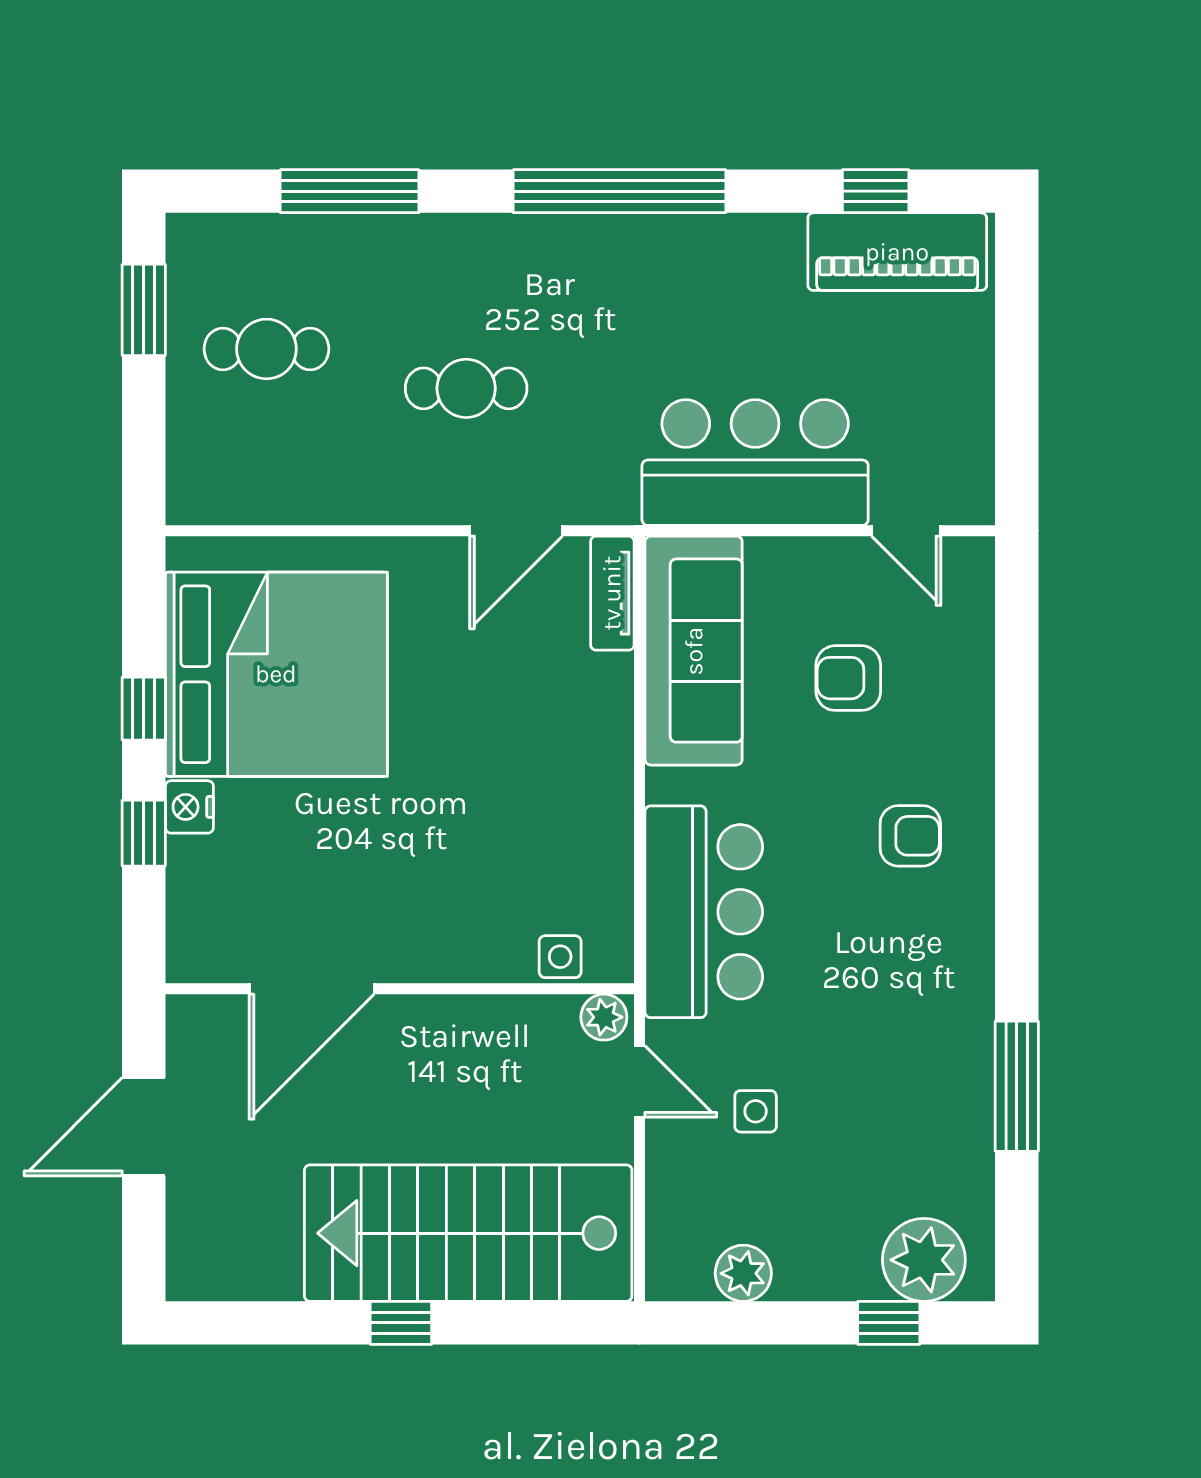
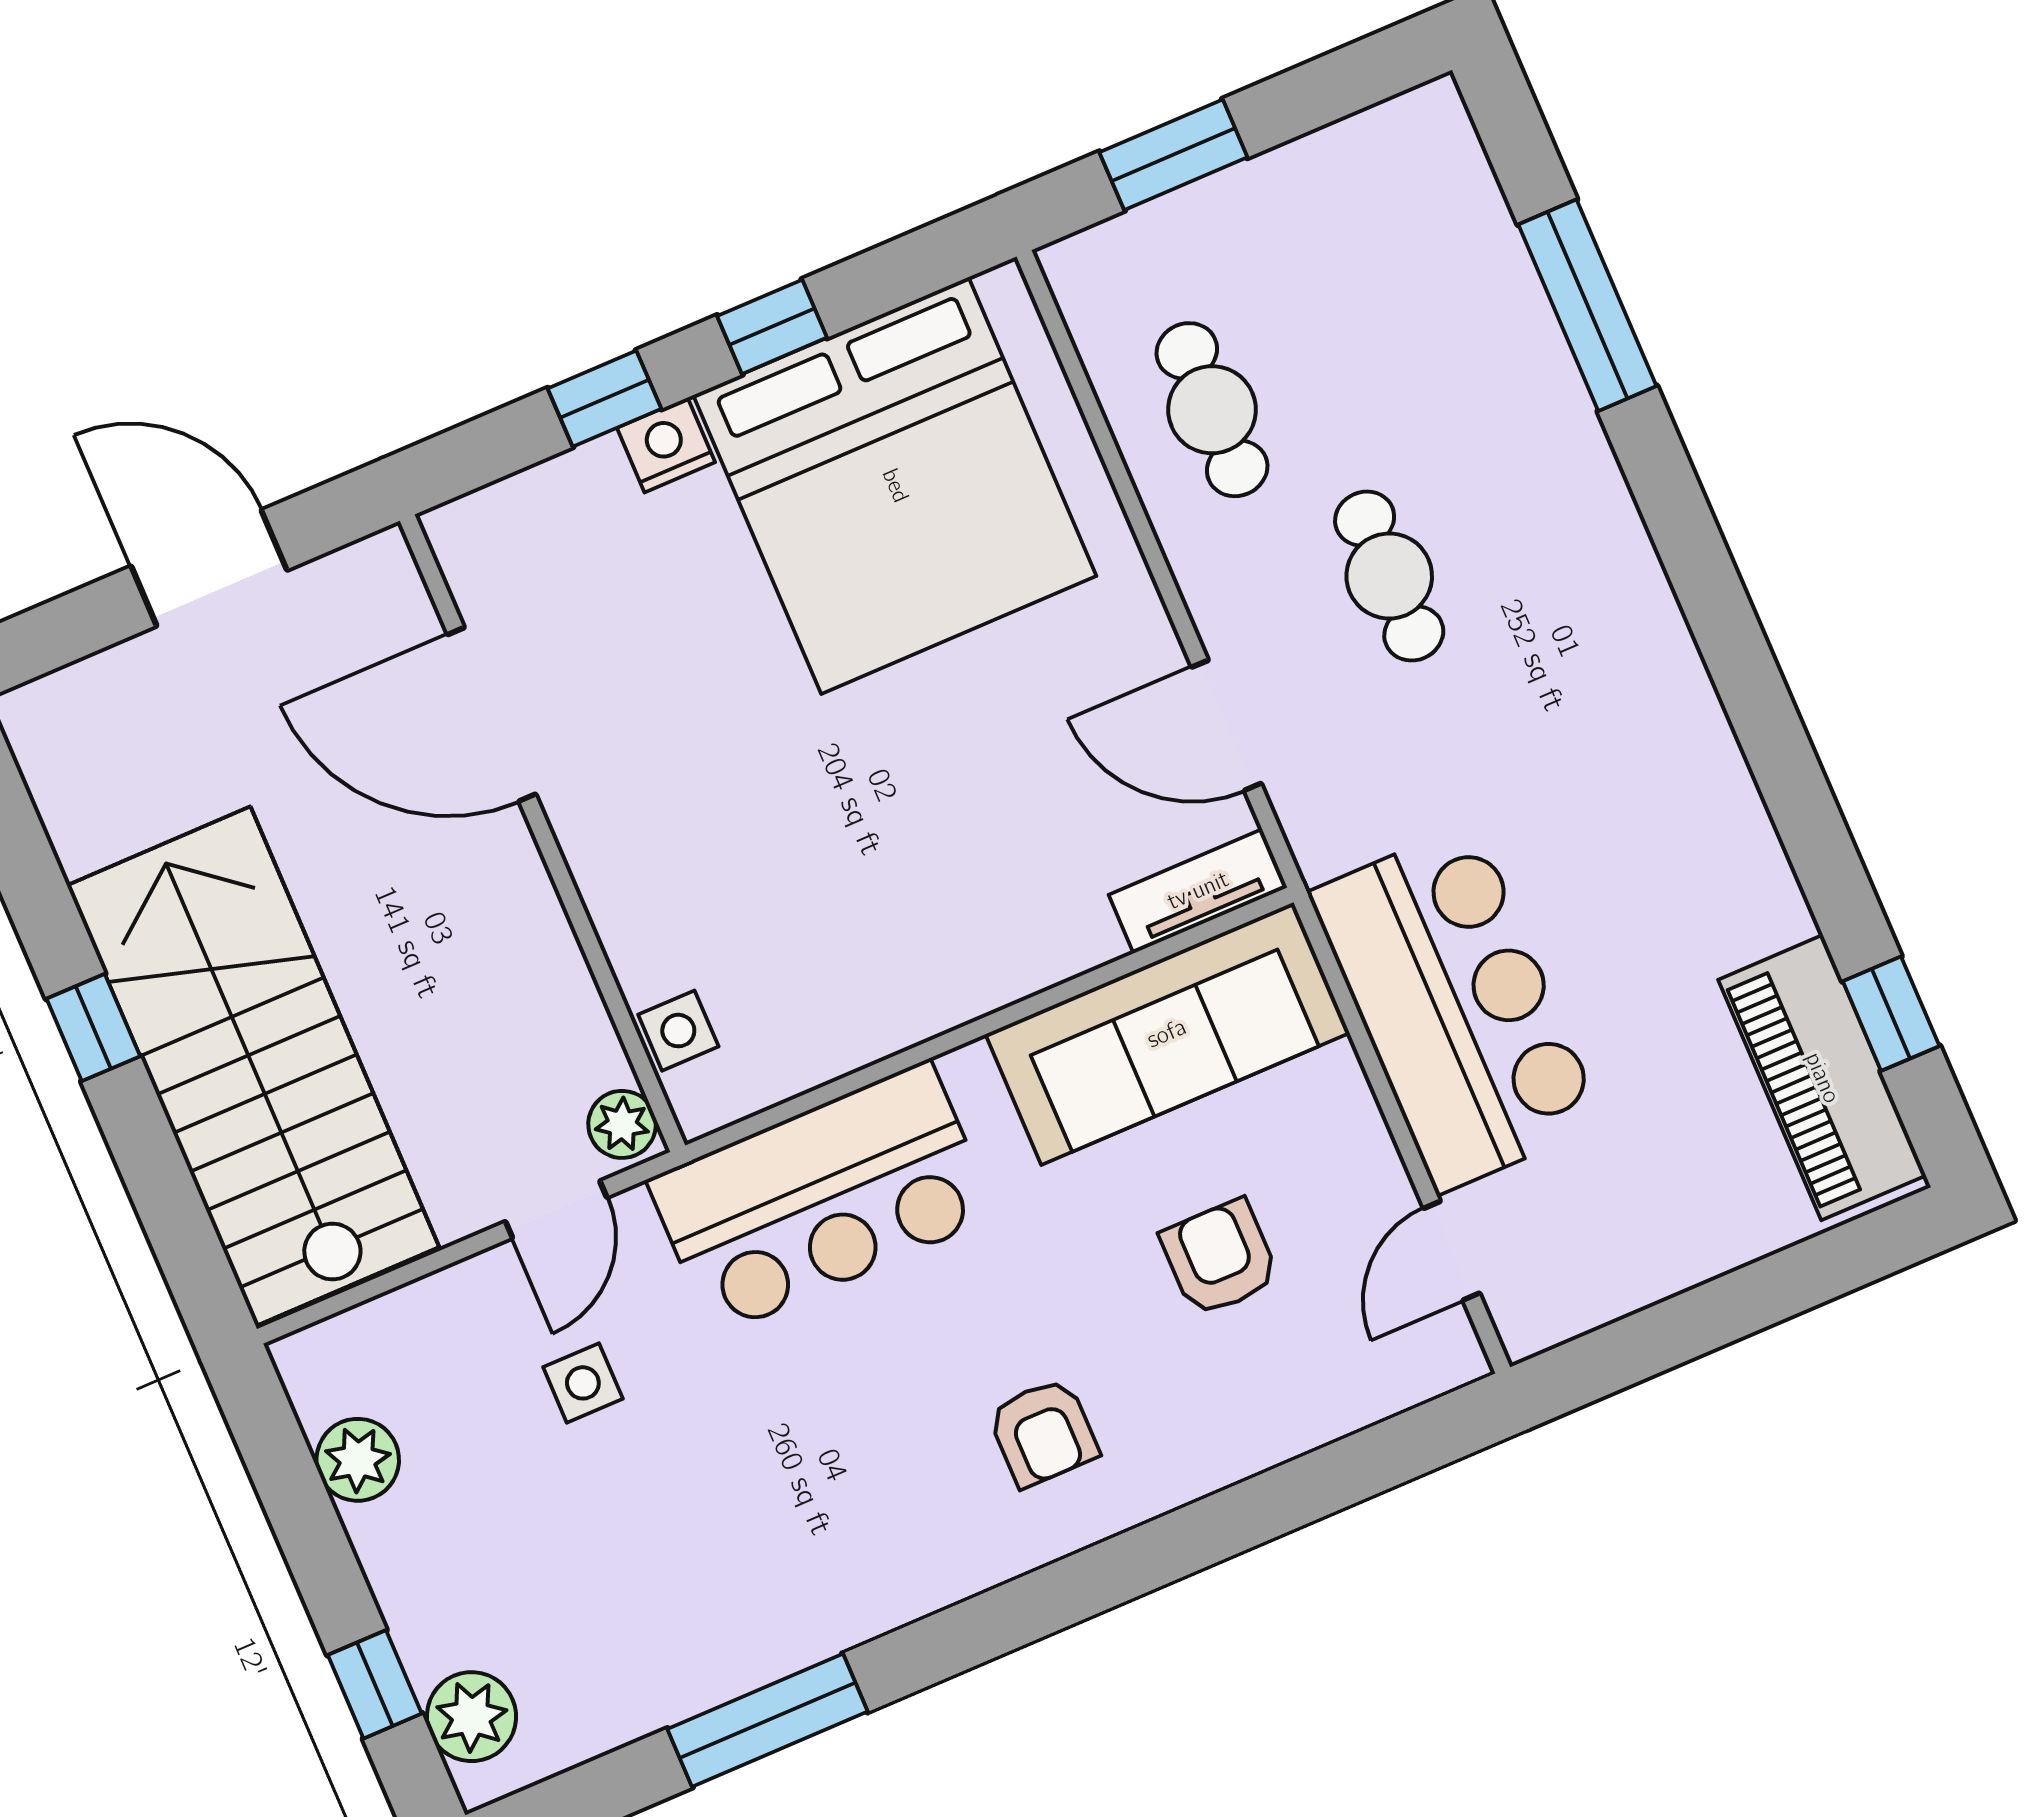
window: (620, 191) -> (1743, 669), removed
window: (144, 310) -> (1173, 155), moved
cafe table: (266, 349) -> (1212, 410), moved
plant: (924, 1260) -> (471, 1717), width x0.73, depth x0.73

